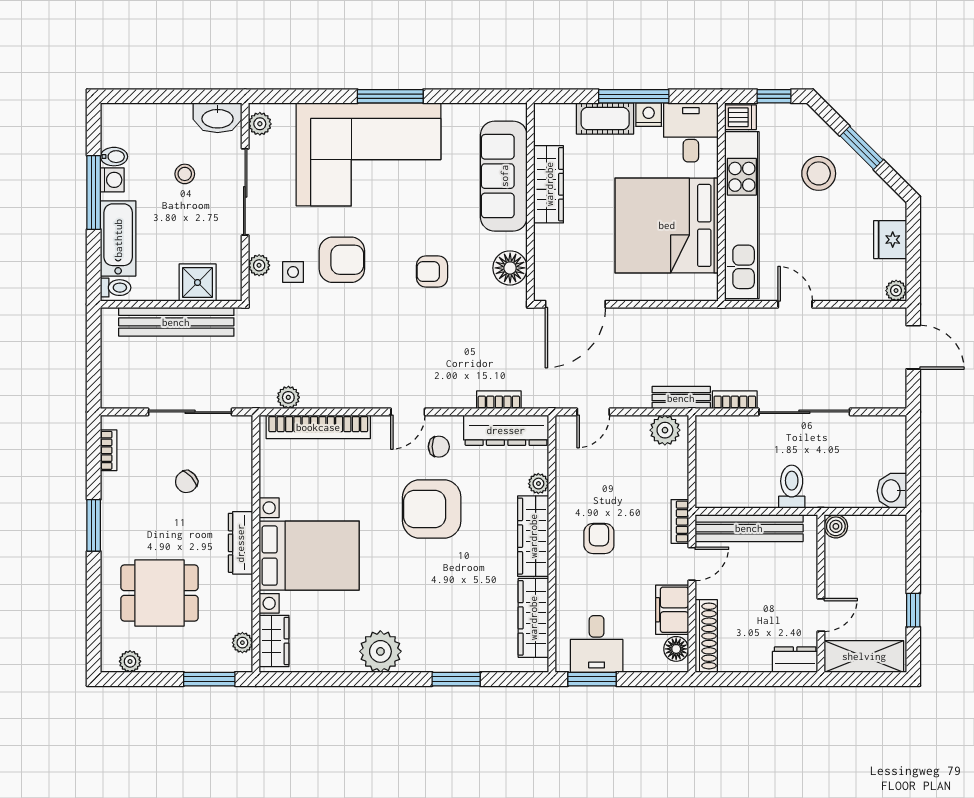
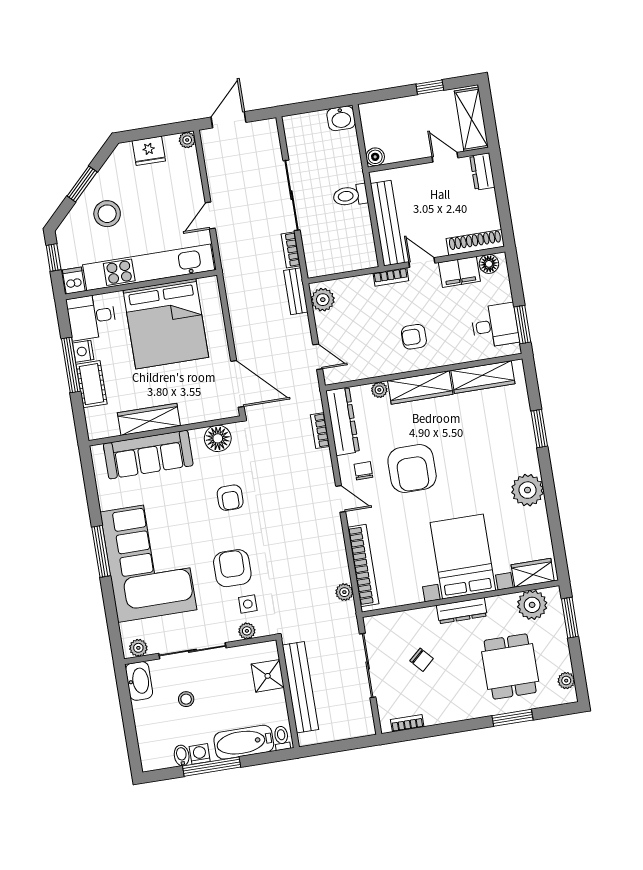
window: (94, 525) -> (513, 718), moved
plant: (242, 643) -> (532, 605), width x1.87, depth x1.87

